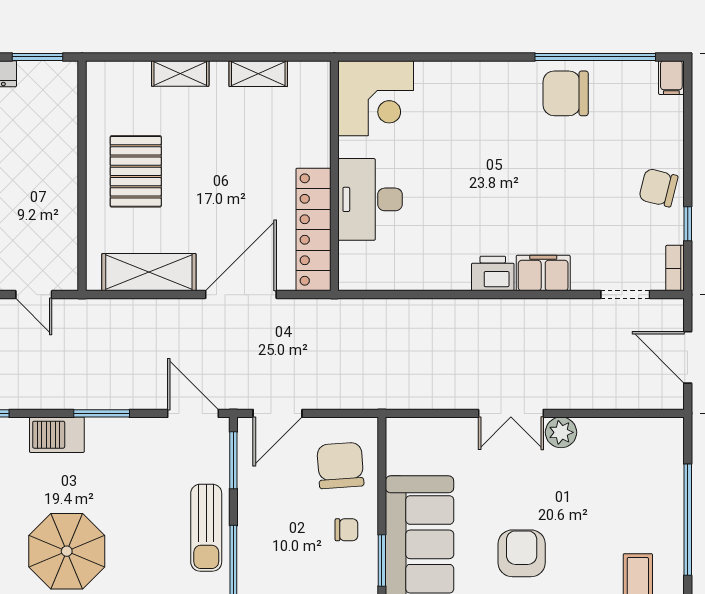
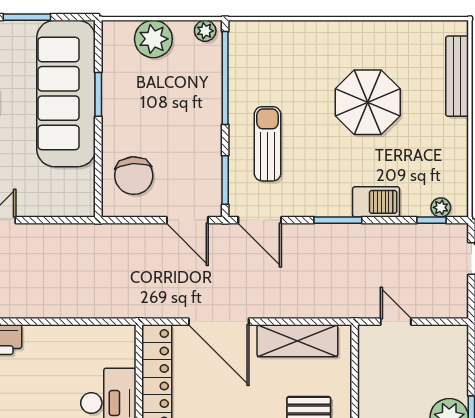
door: (241, 295) -> (219, 322), hinge flipped
door: (278, 413) -> (187, 220), swing flipped
sun lounger: (206, 528) -> (268, 144), moved
chair: (346, 530) -> (129, 121), removed

